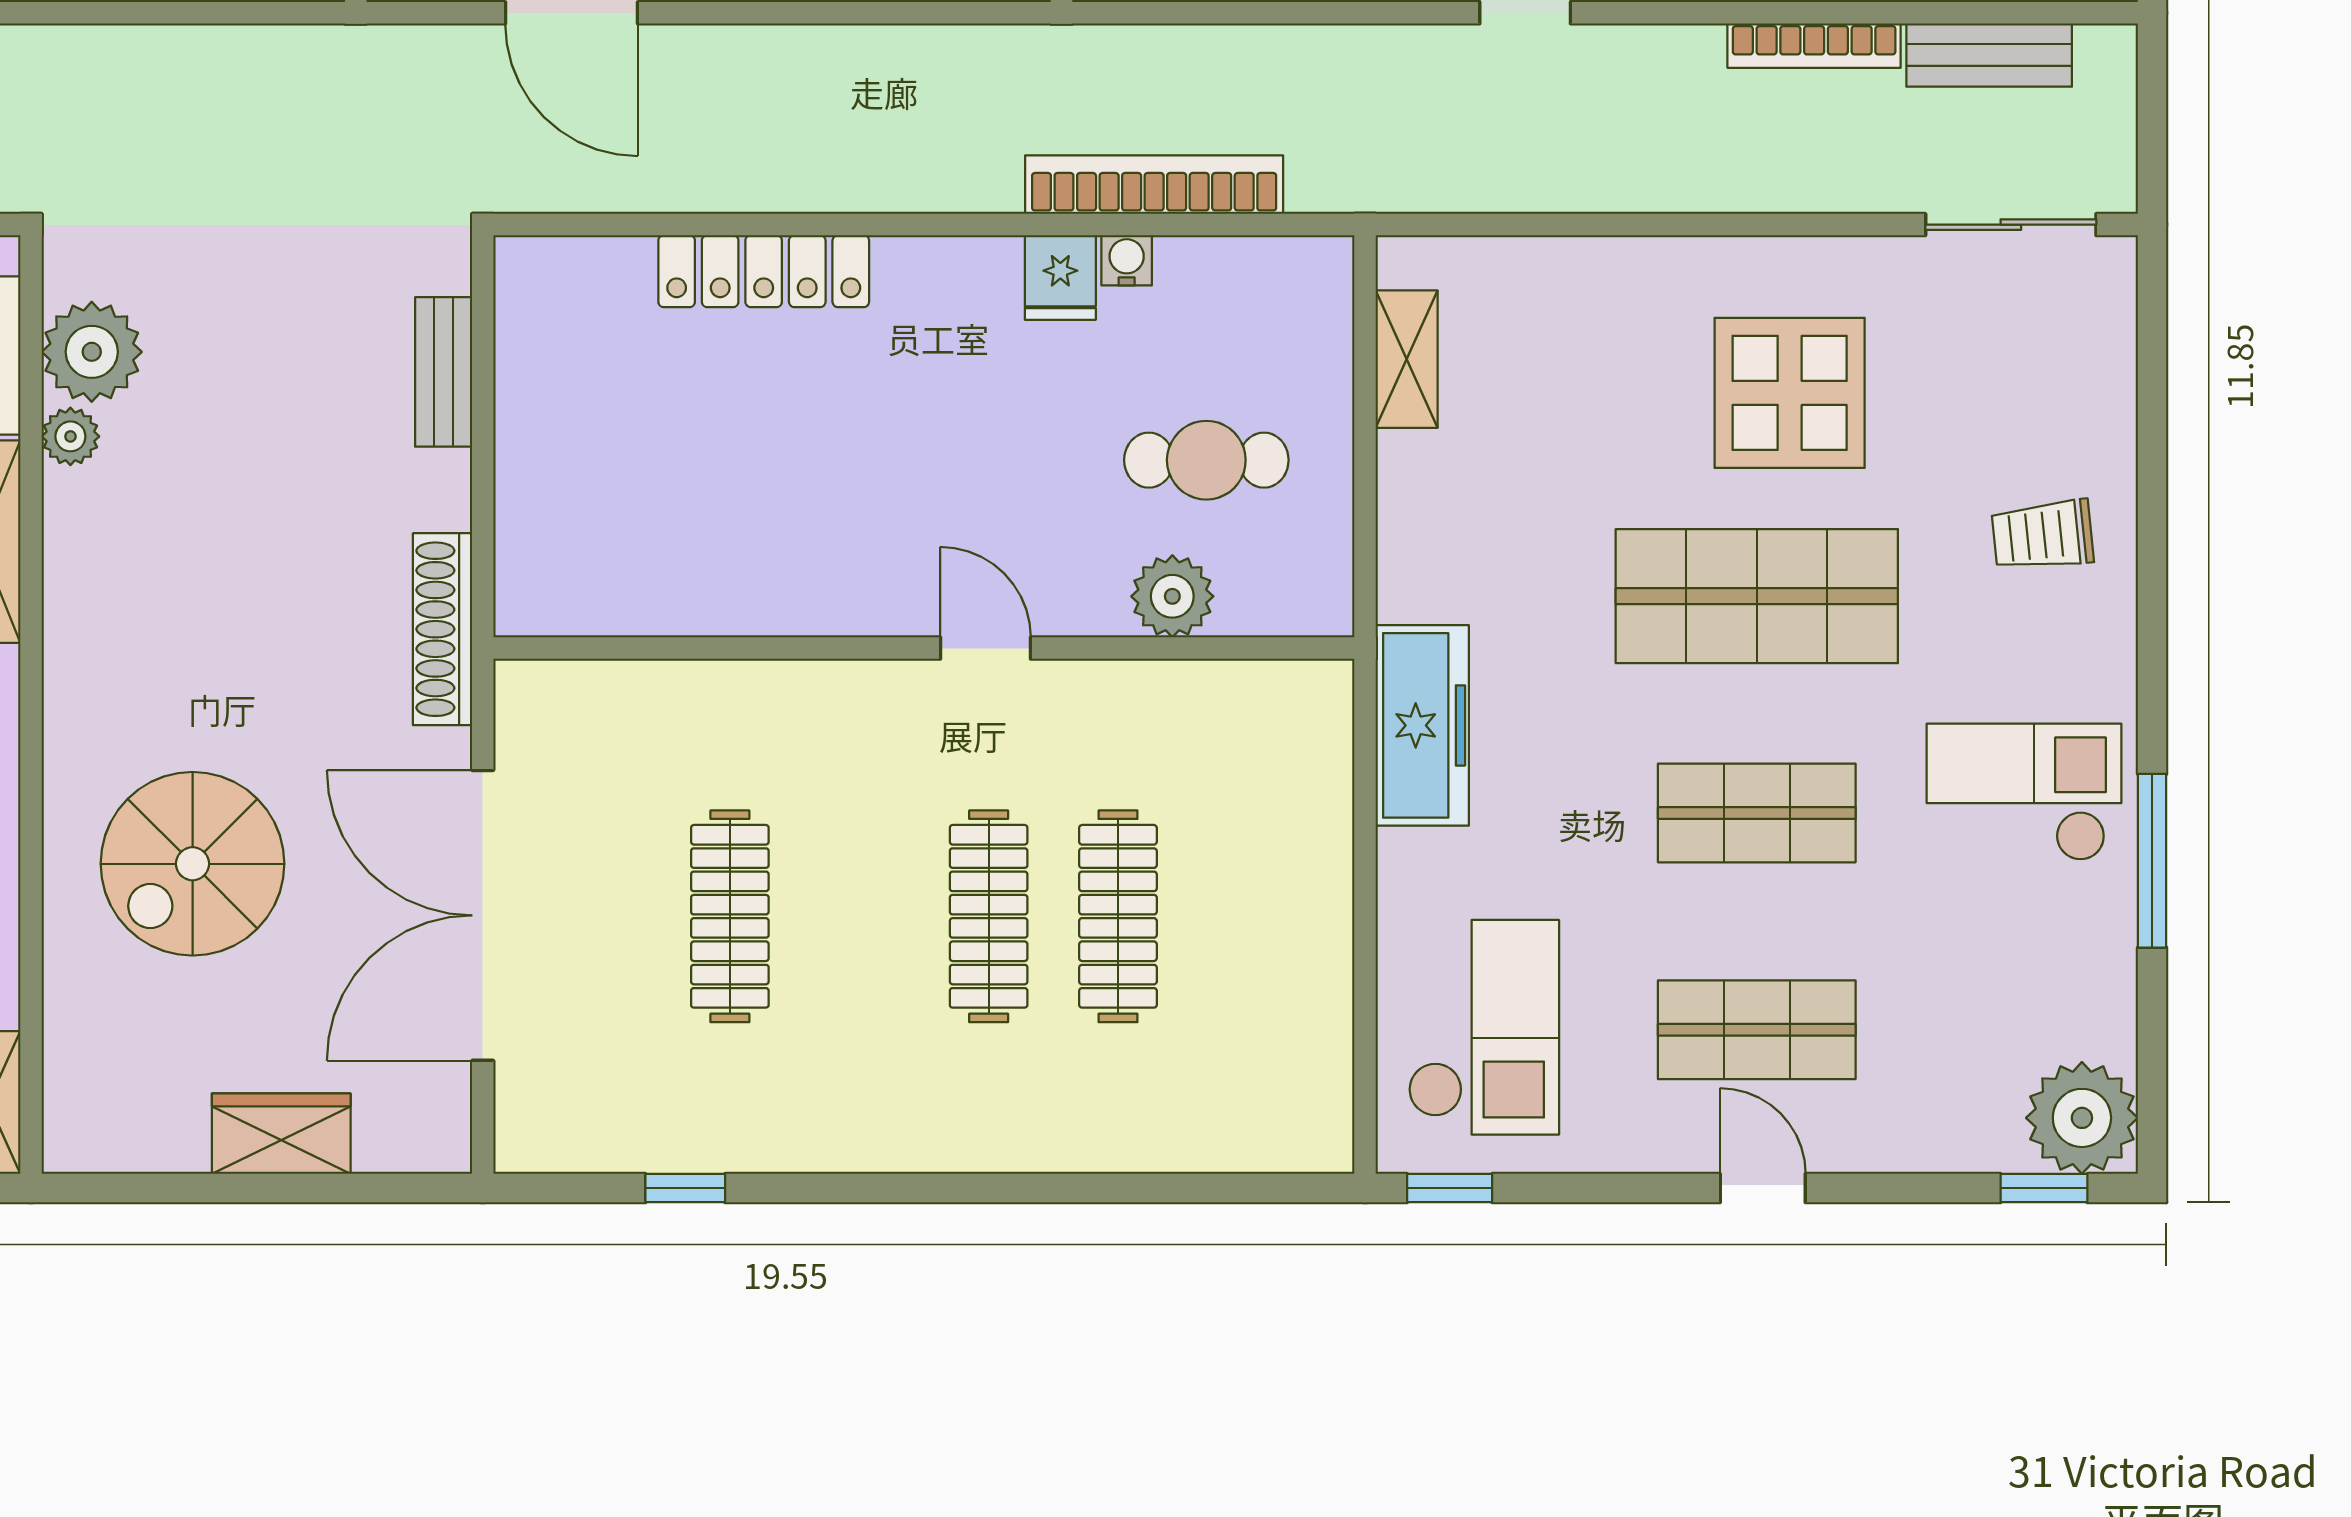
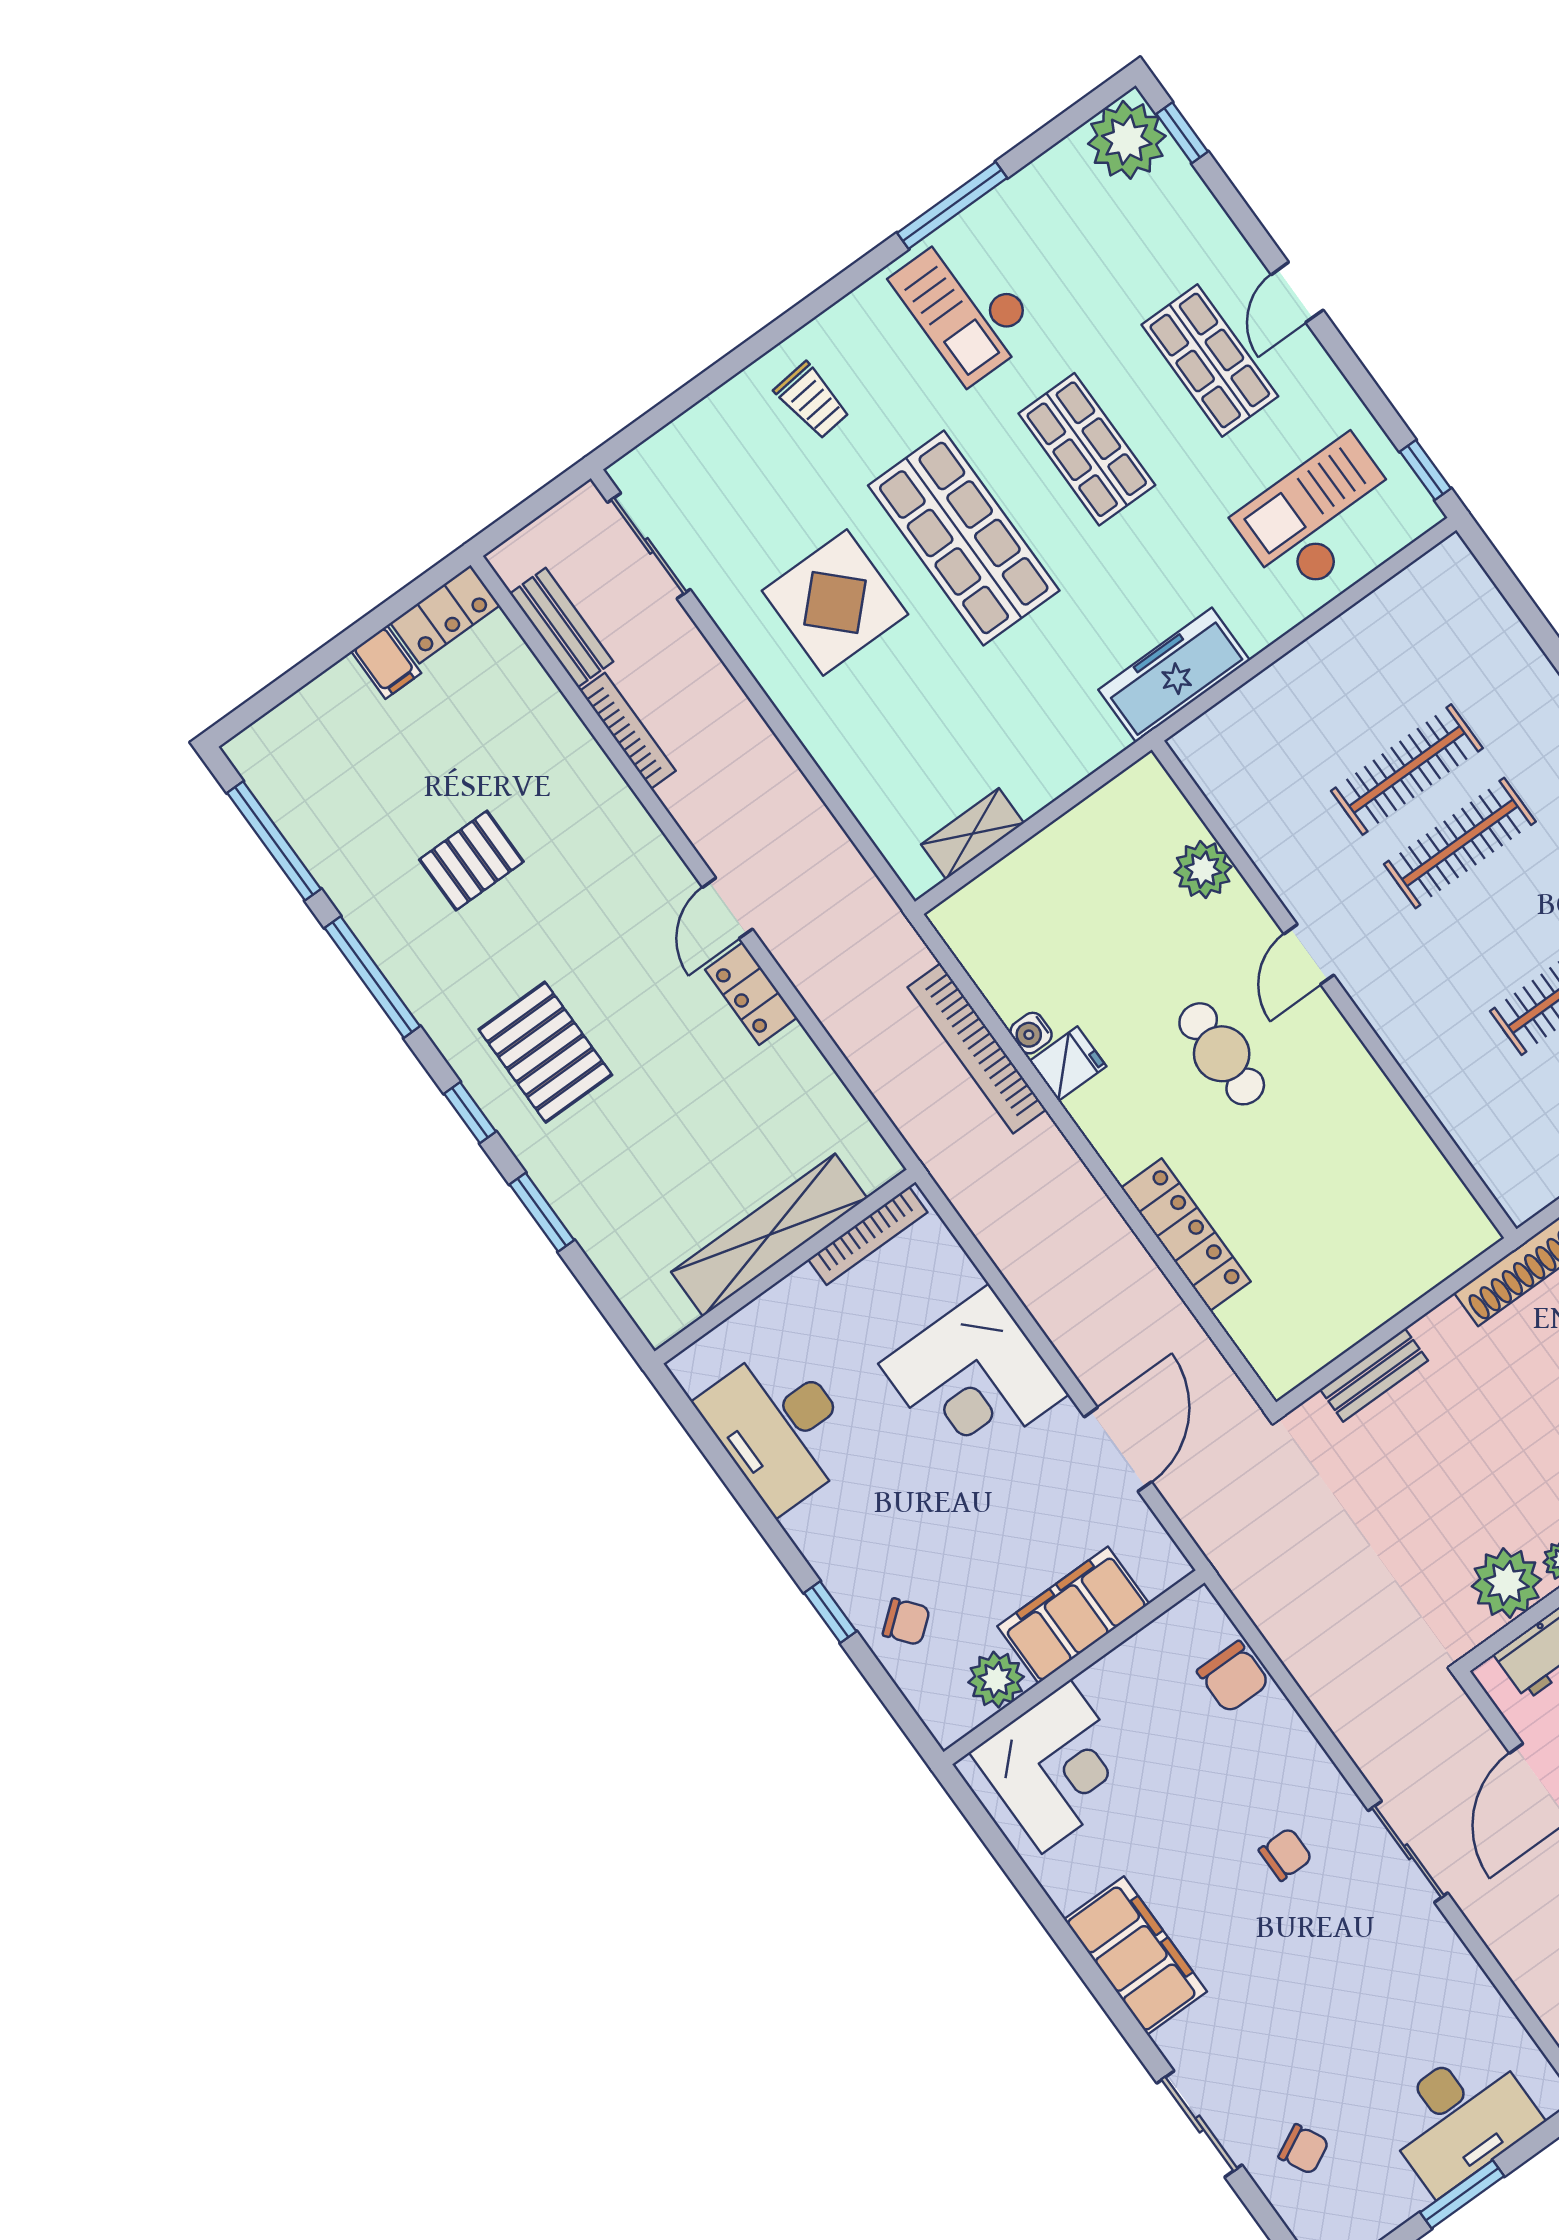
cafe table: (1206, 460) -> (1222, 1054), moved

